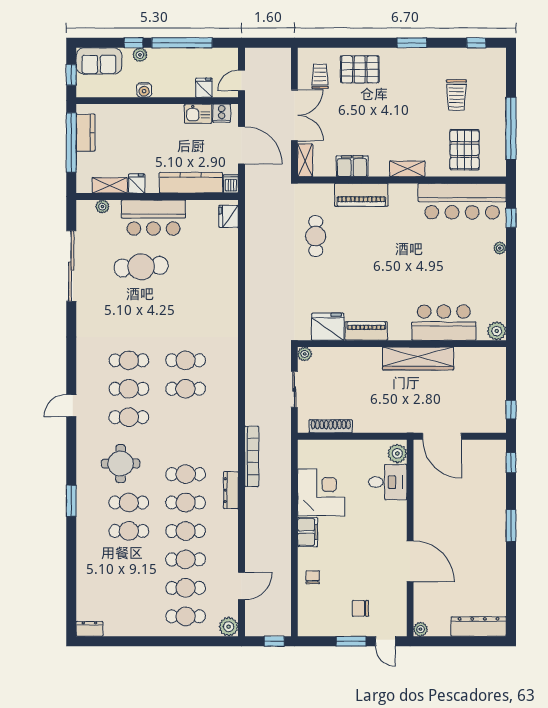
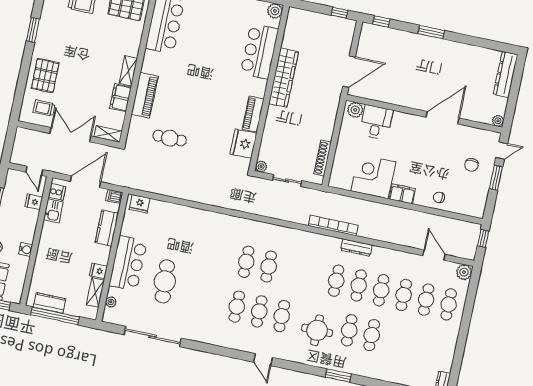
shelving: (407, 169) -> (128, 71), moved
kitchen counter: (191, 183) -> (107, 228), width x0.67

